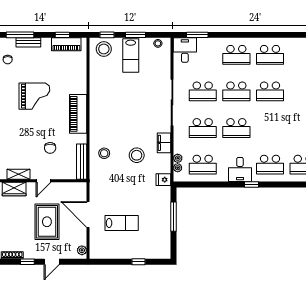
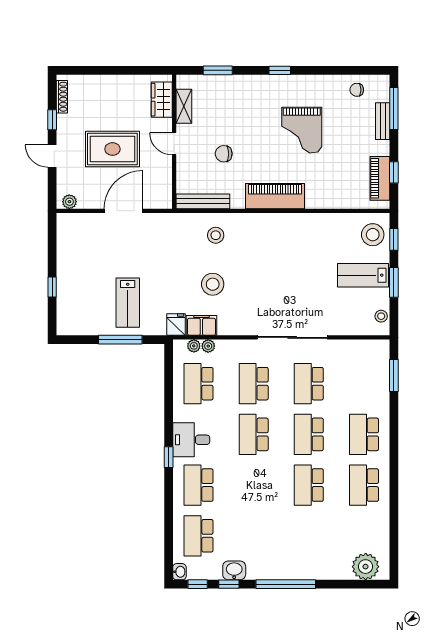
desk: (185, 50) -> (371, 357), removed
filing cabinet: (164, 143) -> (201, 325), moved
lab bench: (122, 223) -> (128, 303), moved

